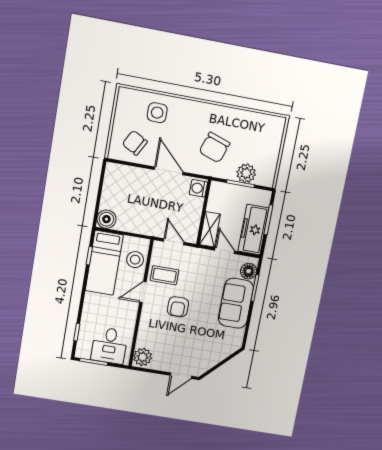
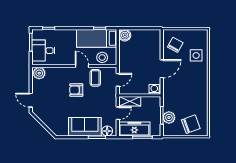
chair: (214, 148) -> (191, 124), moved, turned 141

